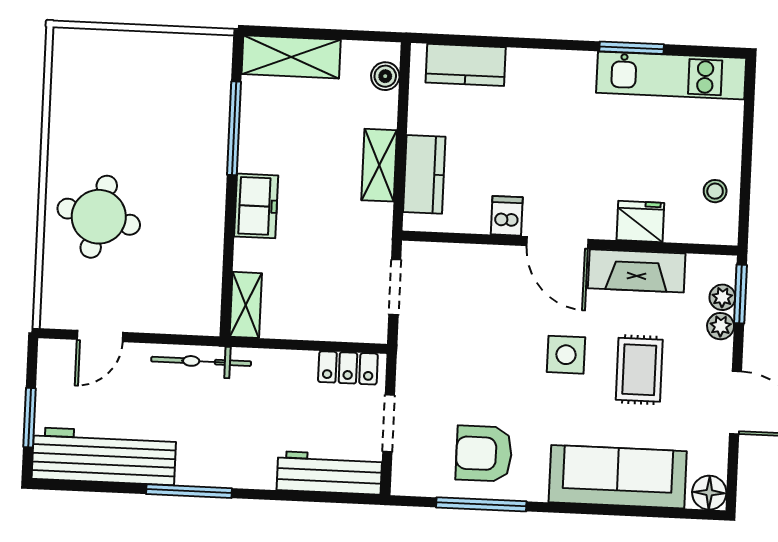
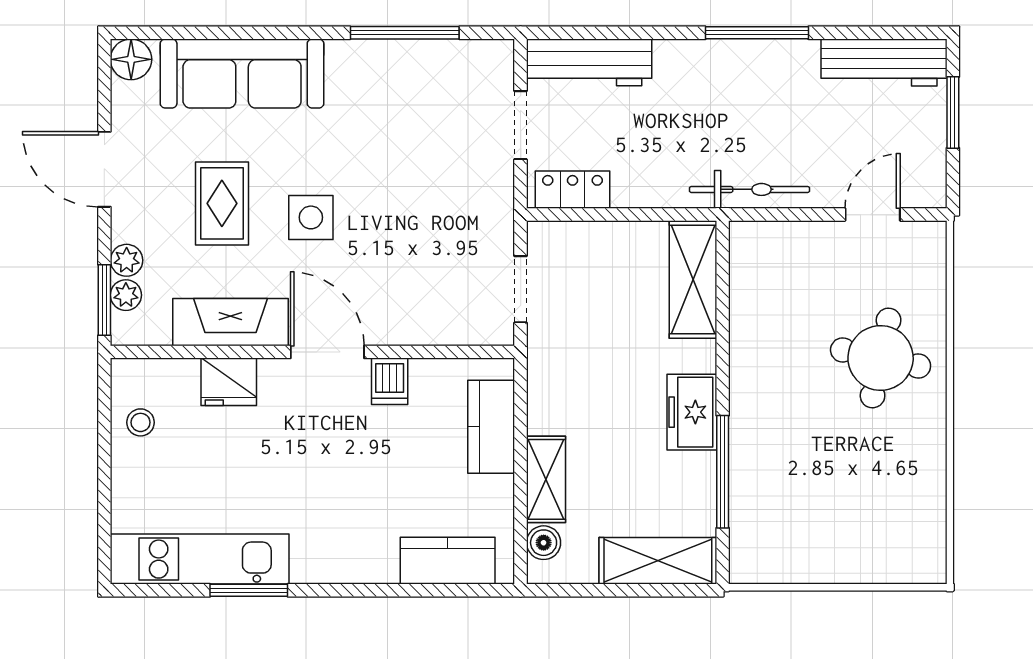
shelving: (379, 165) -> (546, 479), moved
freezer: (256, 206) -> (692, 412), moved
shelving: (246, 305) -> (693, 279), width x1.50, depth x1.33
armchair: (484, 454) -> (404, 94), removed
workbench: (104, 456) -> (884, 62), width x0.73, depth x0.76

